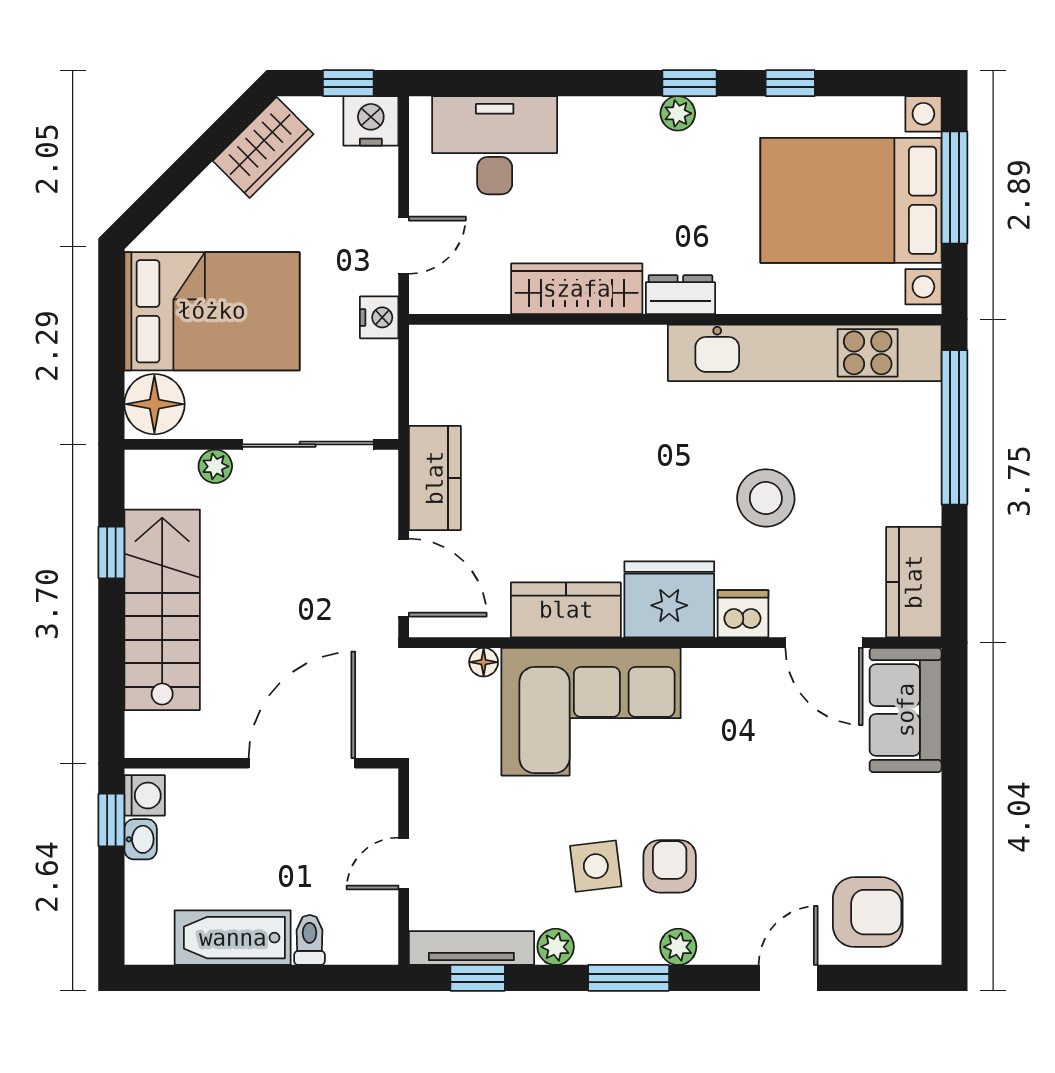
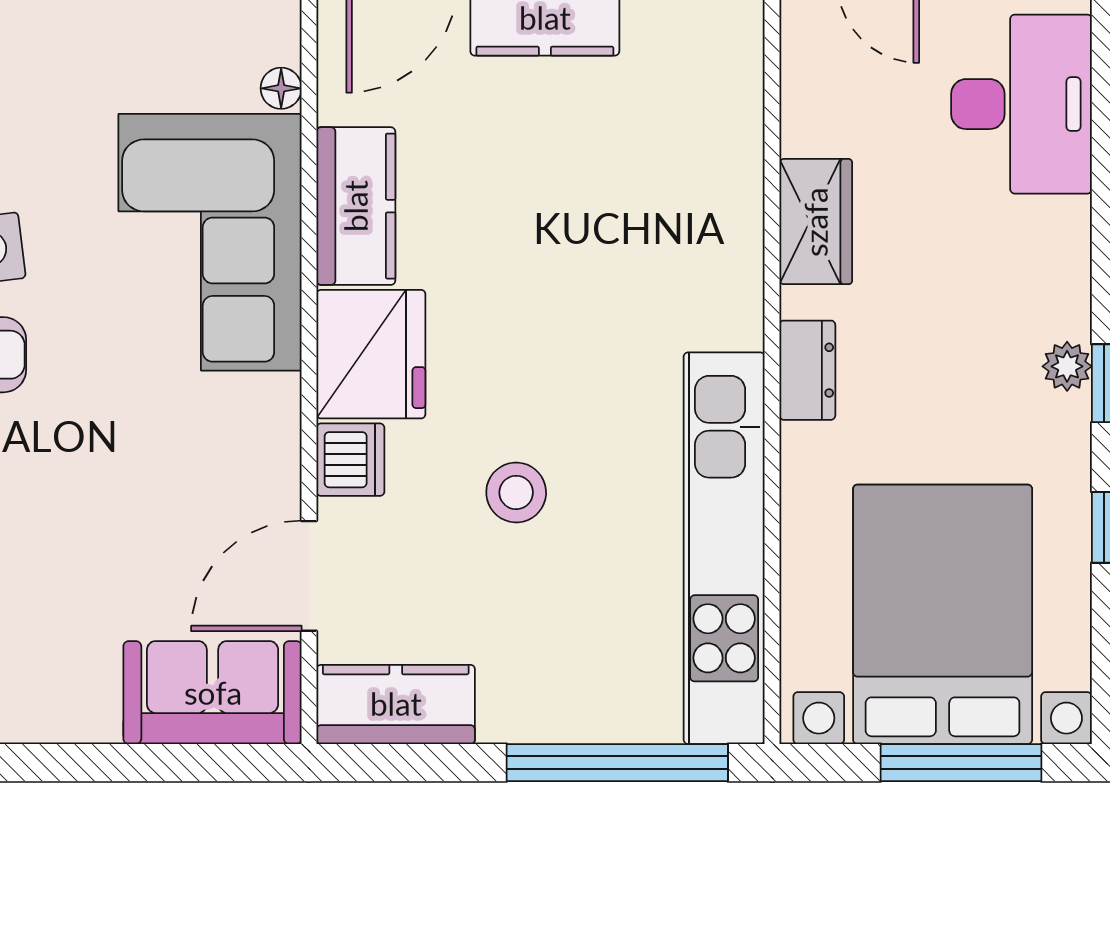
wardrobe: (577, 289) -> (816, 222), width x0.67
stool: (766, 498) -> (516, 492), width x0.73, depth x0.73

